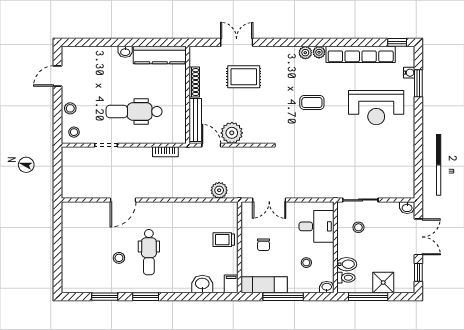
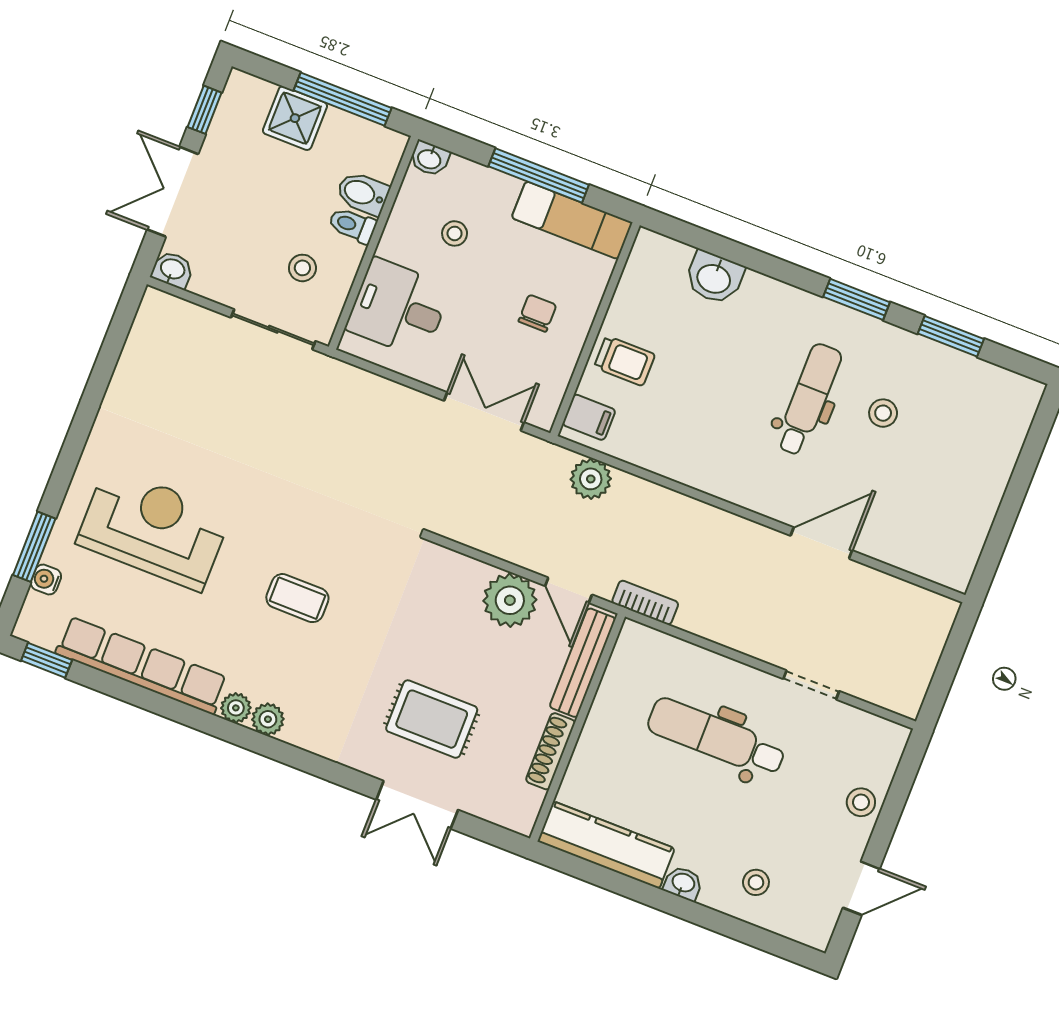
dental chair: (134, 112) -> (716, 737), turned 180
stool: (74, 132) -> (756, 882), moved
bookcase: (165, 152) -> (645, 603), moved
toilet: (346, 278) -> (352, 225), moved
filing cabinet: (231, 284) -> (589, 417), moved, turned -90

